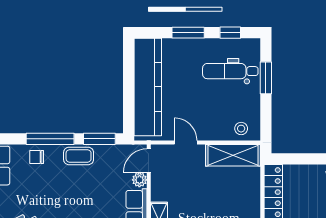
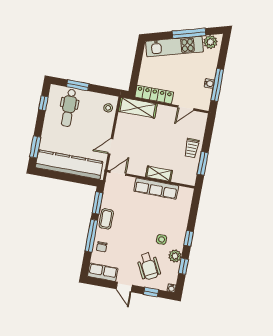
window: (188, 33) -> (35, 147), moved
shelving: (233, 155) -> (138, 108), moved, turned 90
door: (149, 161) -> (118, 173), swing flipped
plant: (139, 180) -> (130, 181), removed

